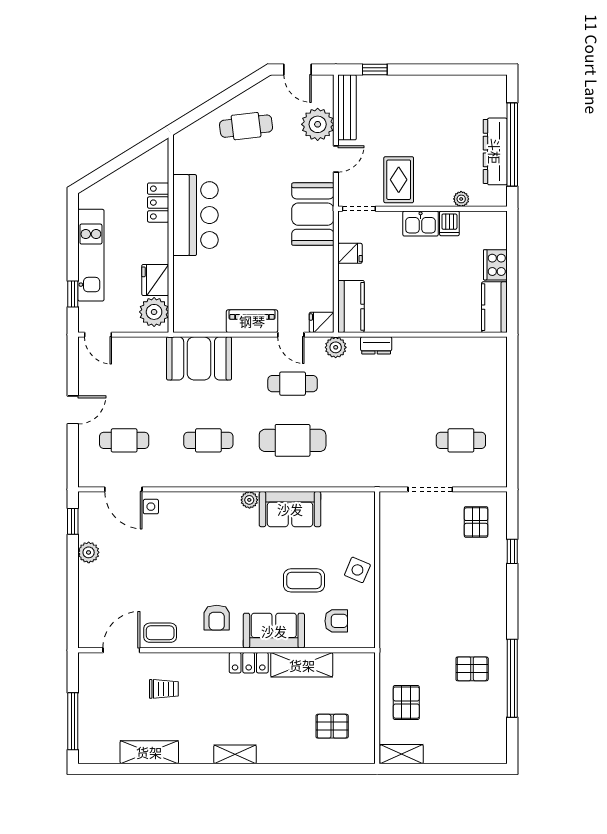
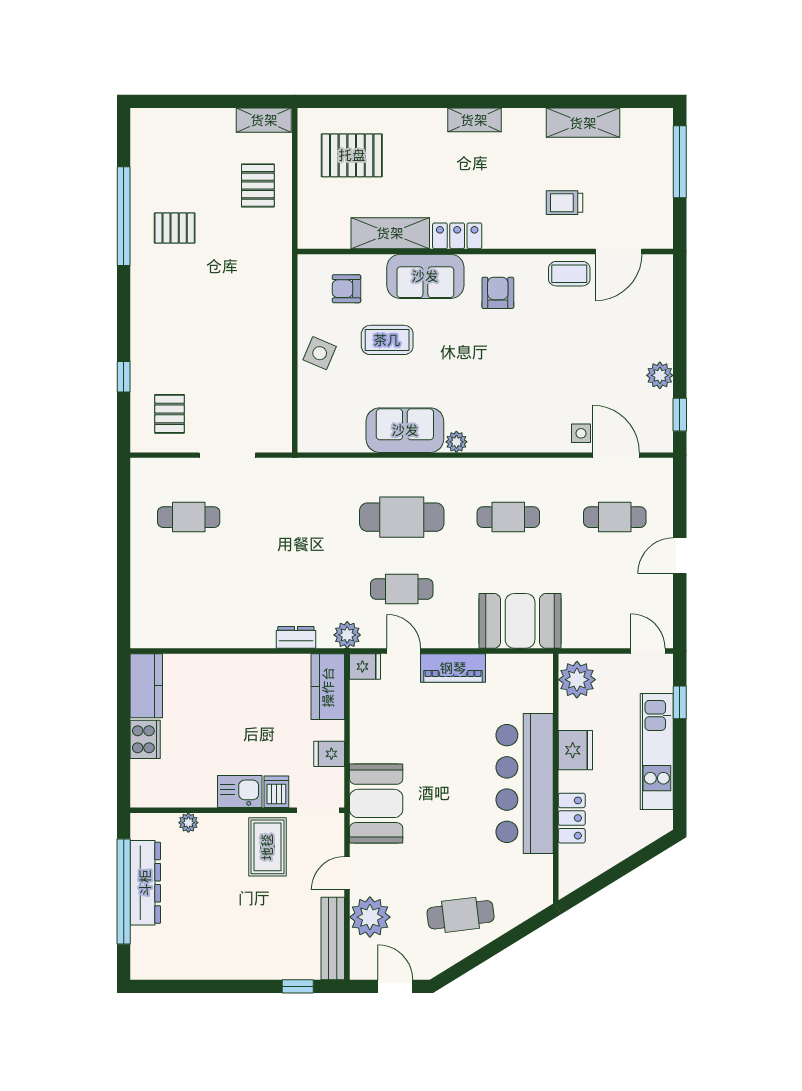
bar counter: (195, 215) -> (525, 784), width x1.36
dishwasher: (449, 223) -> (276, 792), moved
fridge: (155, 280) -> (575, 750), moved
pallet: (332, 726) -> (352, 155), width x1.50, depth x1.42

